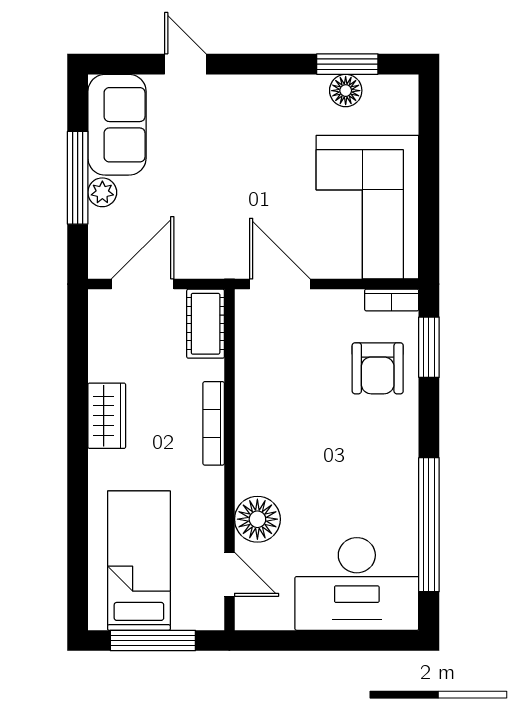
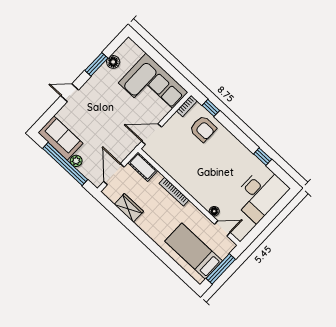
door: (185, 64) -> (70, 93), moved
window: (347, 64) -> (96, 64), moved
window: (78, 178) -> (65, 164), width x1.46
window: (429, 347) -> (211, 108), width x0.67
wardrobe: (107, 416) -> (129, 208), moved
floor lamp: (257, 519) -> (214, 211), width x0.53, depth x0.53
window: (429, 525) -> (263, 157), width x0.32

